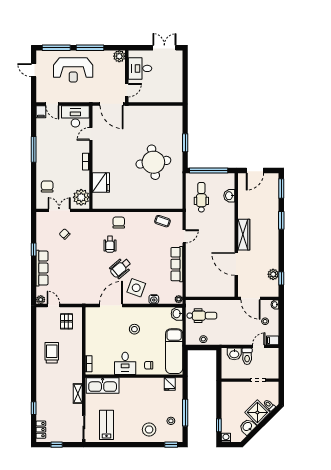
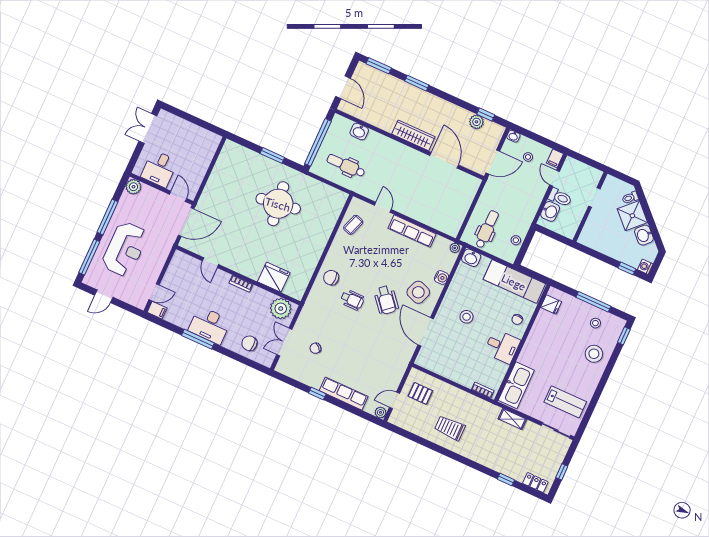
desk: (75, 116) -> (210, 325), moved, turned -90
door: (236, 264) -> (444, 160), swing flipped
lab bench: (107, 425) -> (565, 402), turned 180

